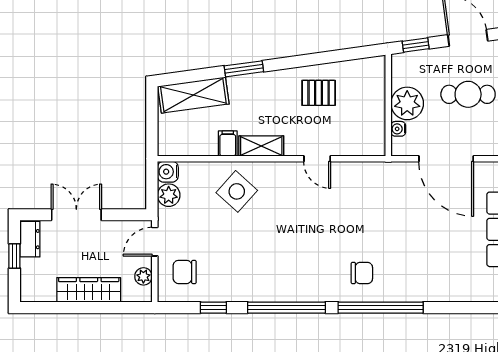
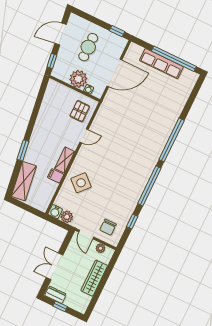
pallet: (319, 93) -> (80, 111), moved
chair: (362, 273) -> (150, 141), removed

